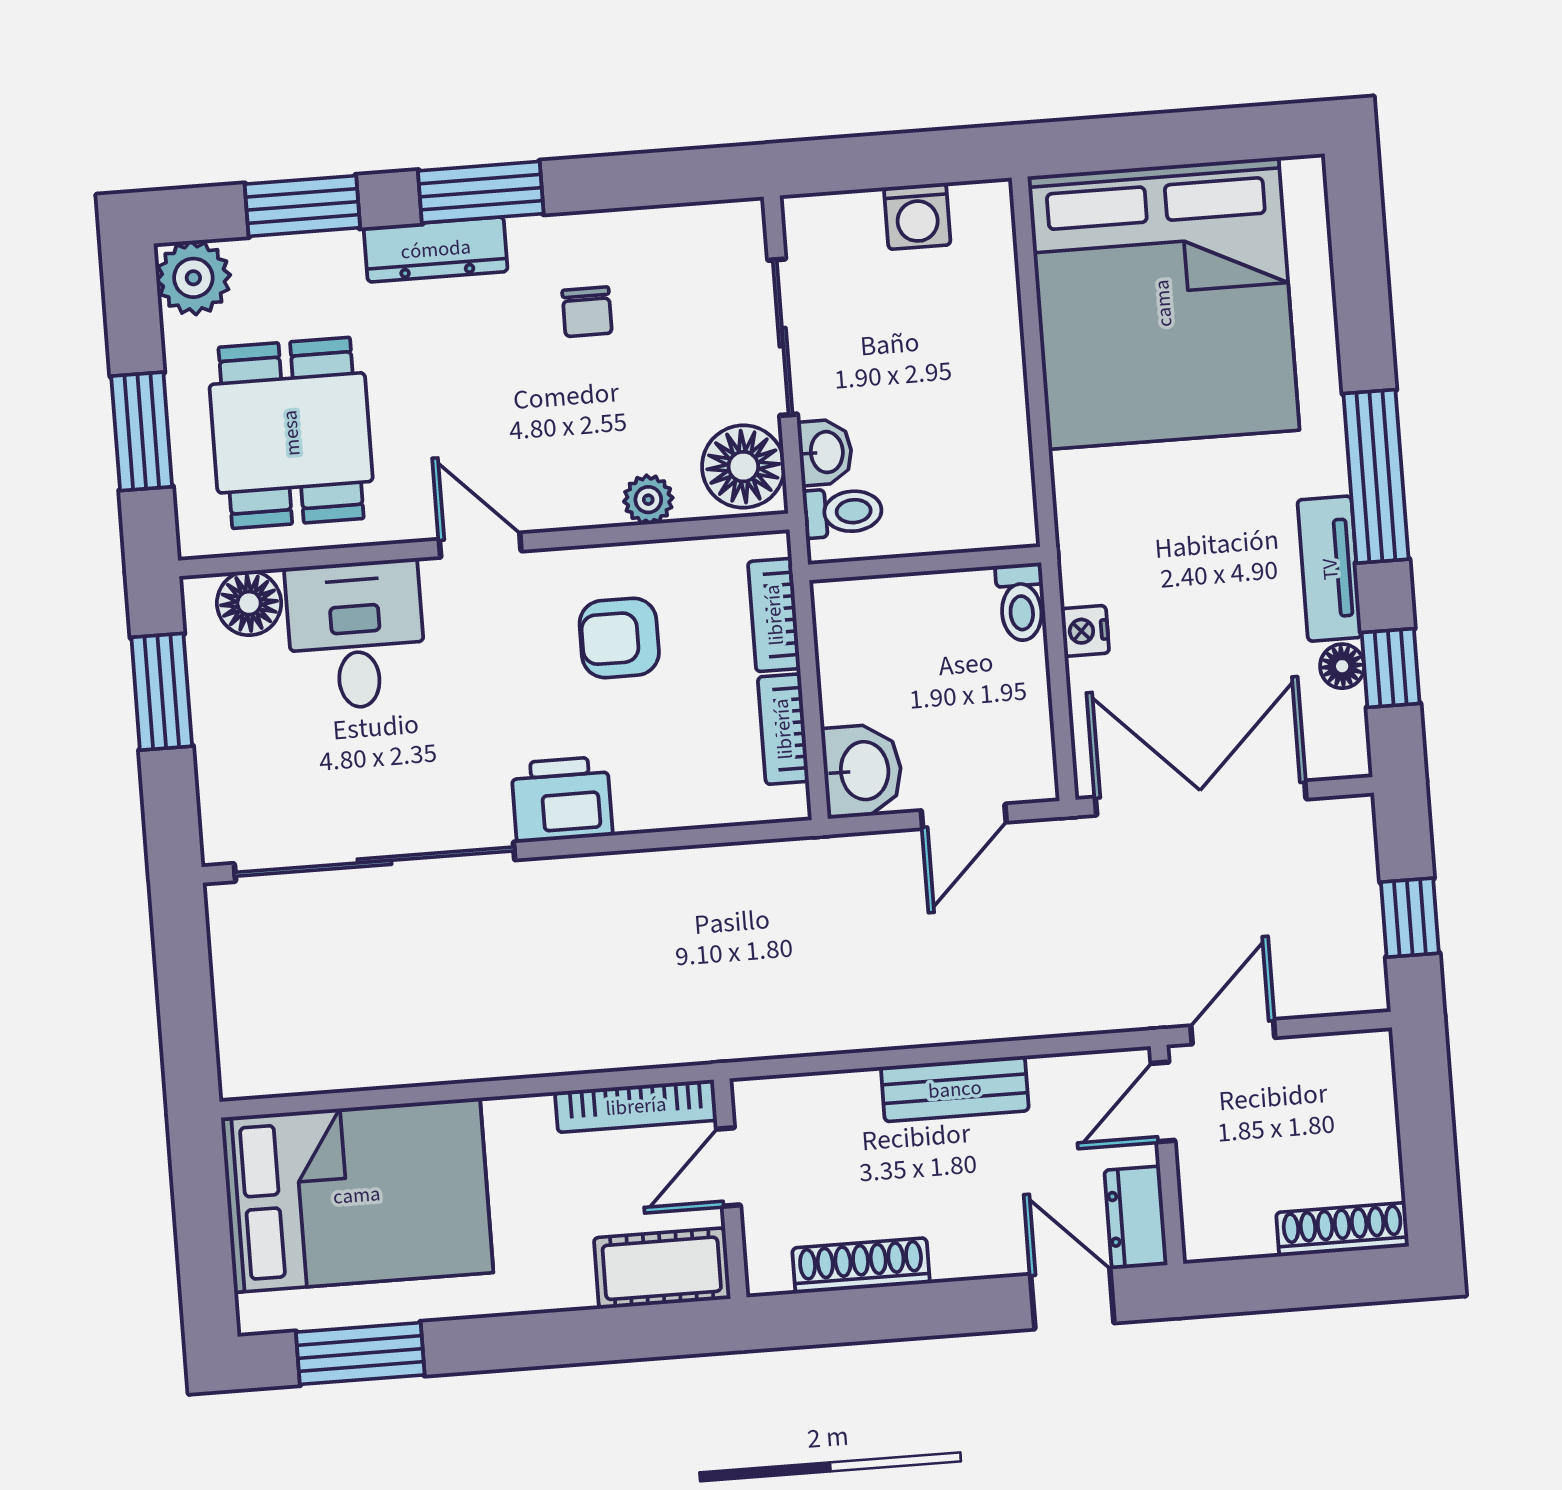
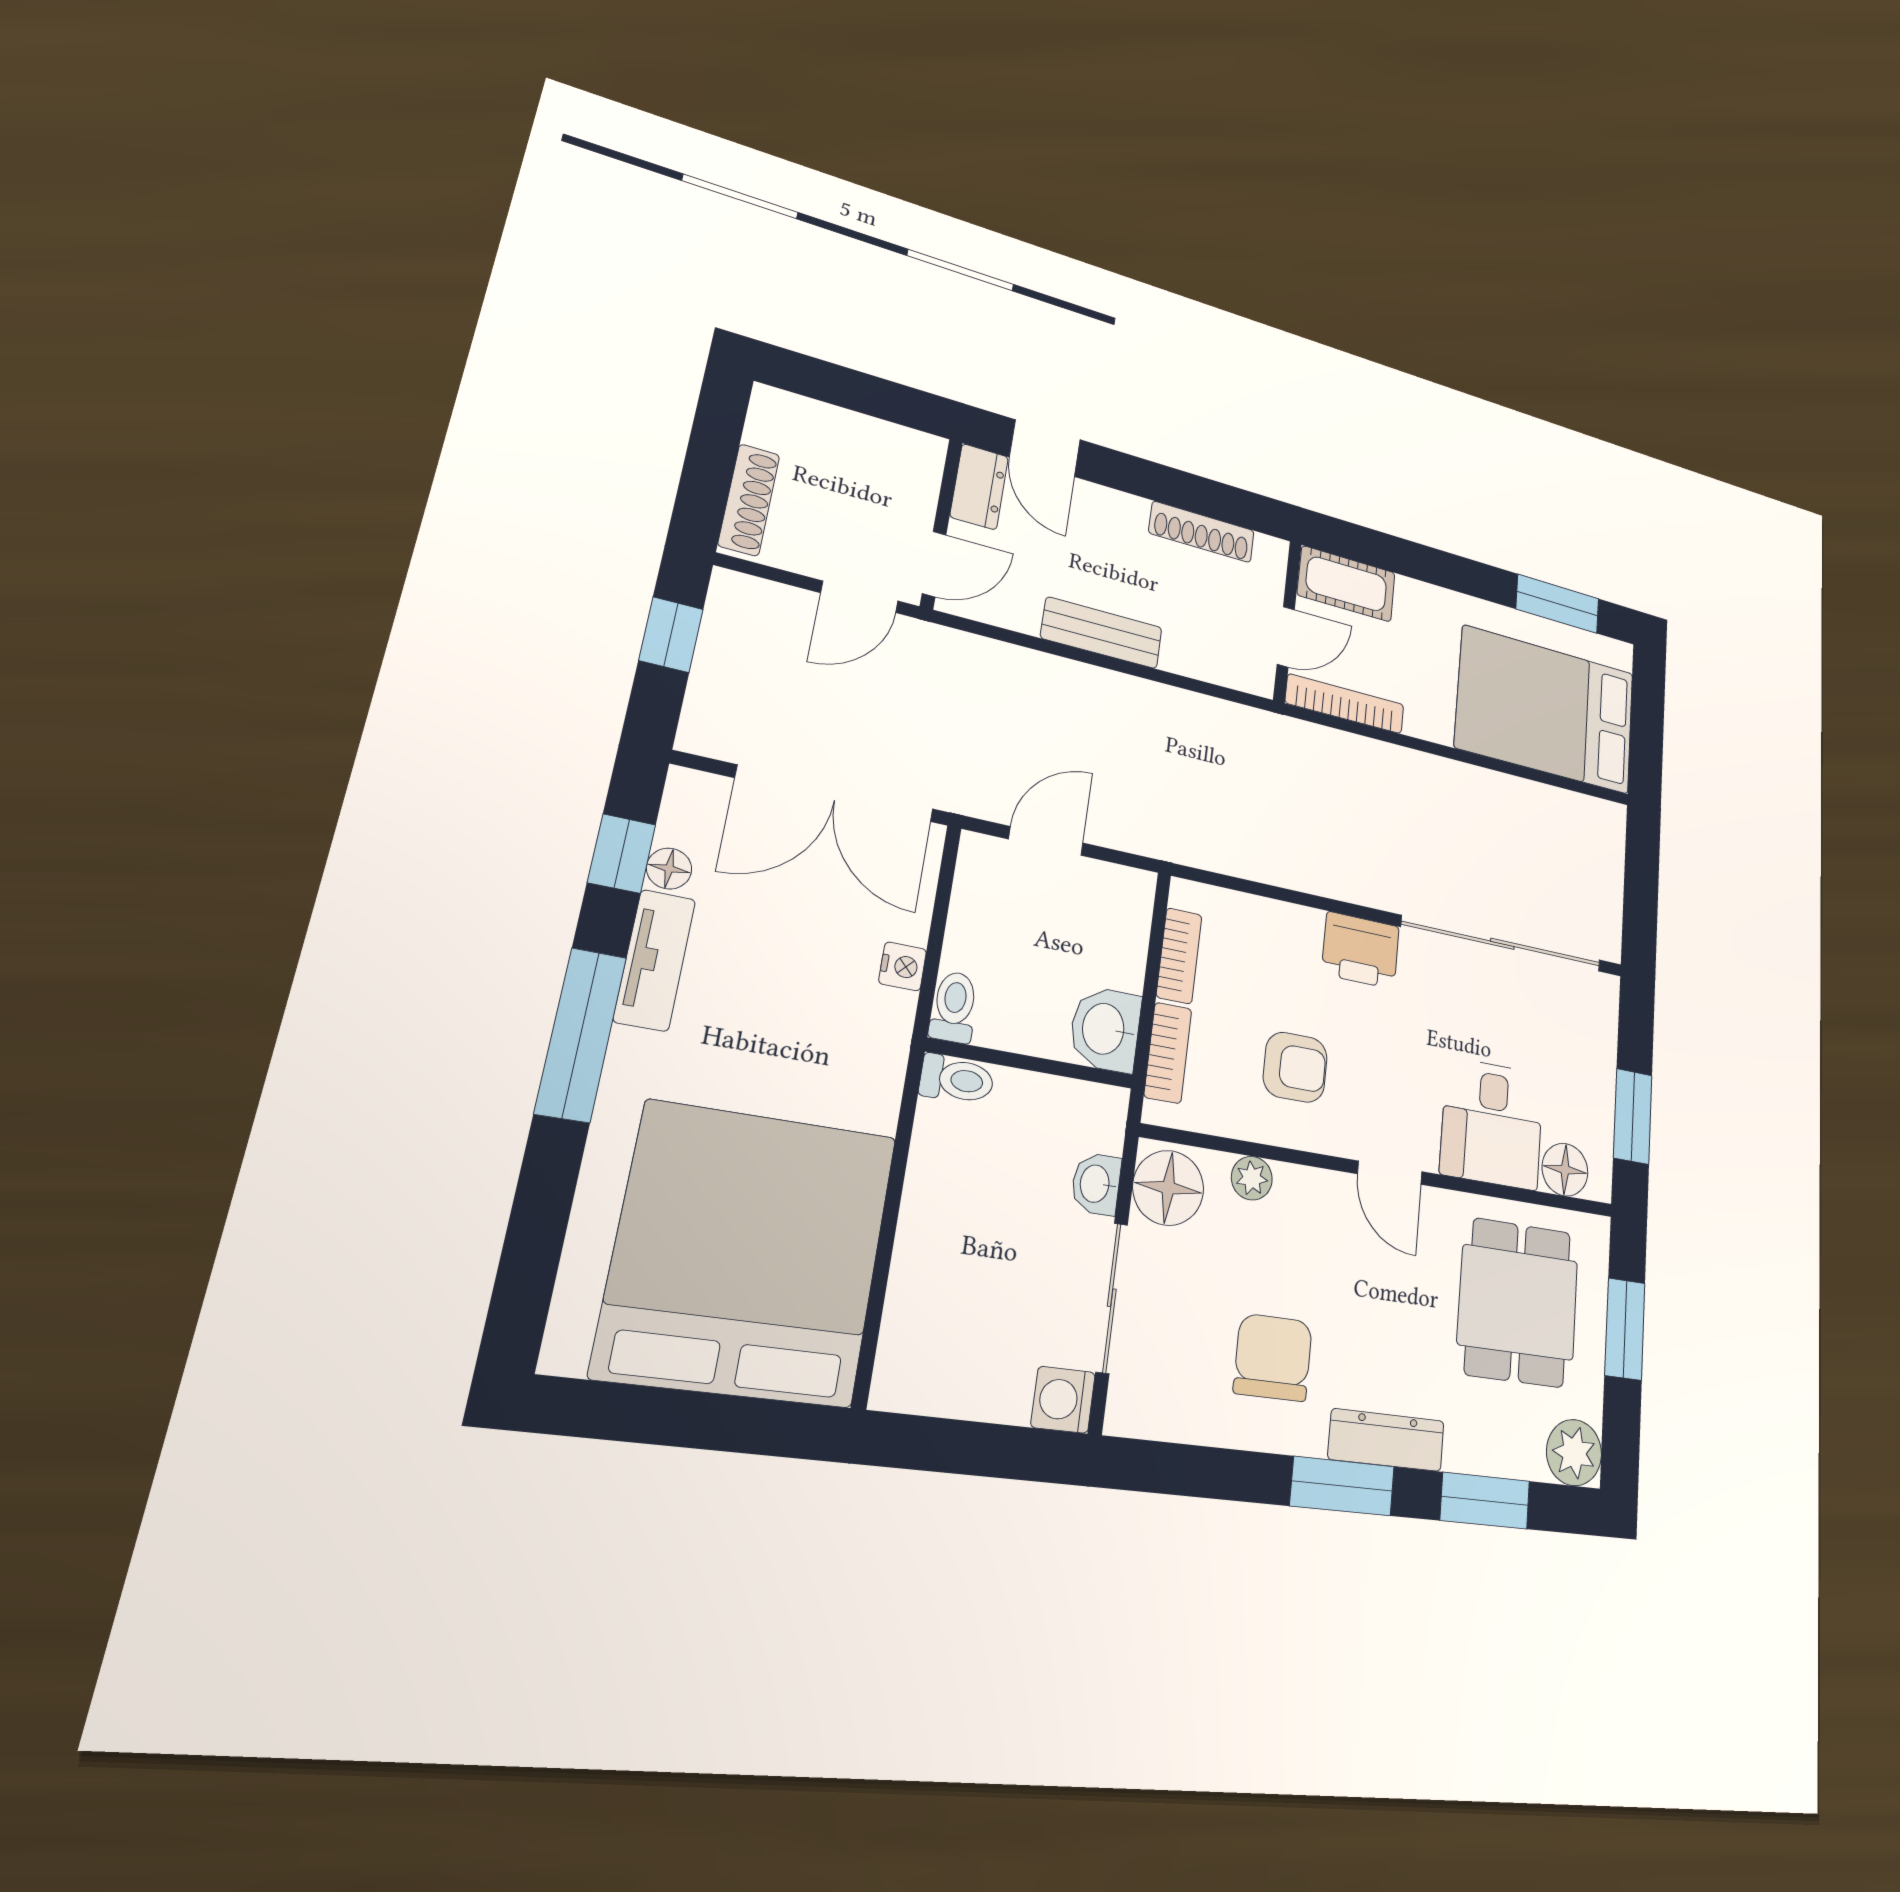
washing machine: (917, 216) -> (1063, 1400), moved, turned -90
chair: (587, 312) -> (1273, 1357), width x1.87, depth x1.87
toilet: (843, 512) -> (957, 1079), moved, turned 180
washbasin: (862, 771) -> (1105, 1029), moved
shoe rack: (1342, 1230) -> (749, 500), moved, turned -90

